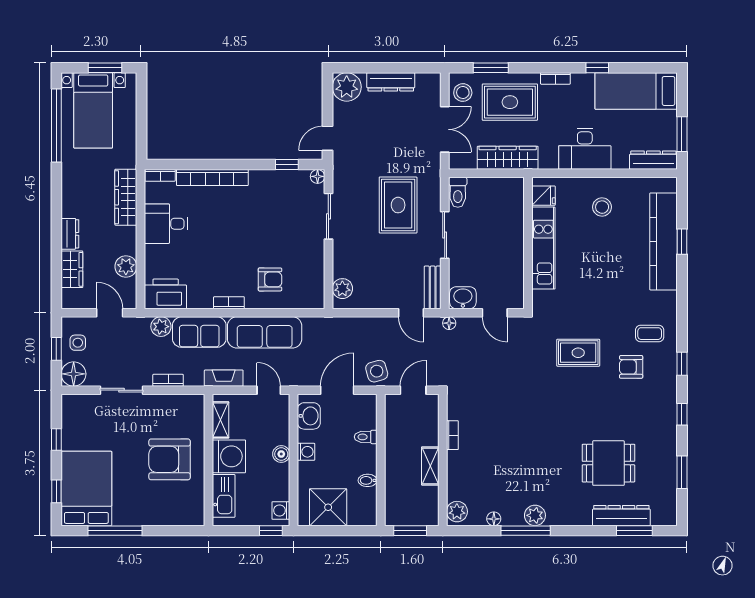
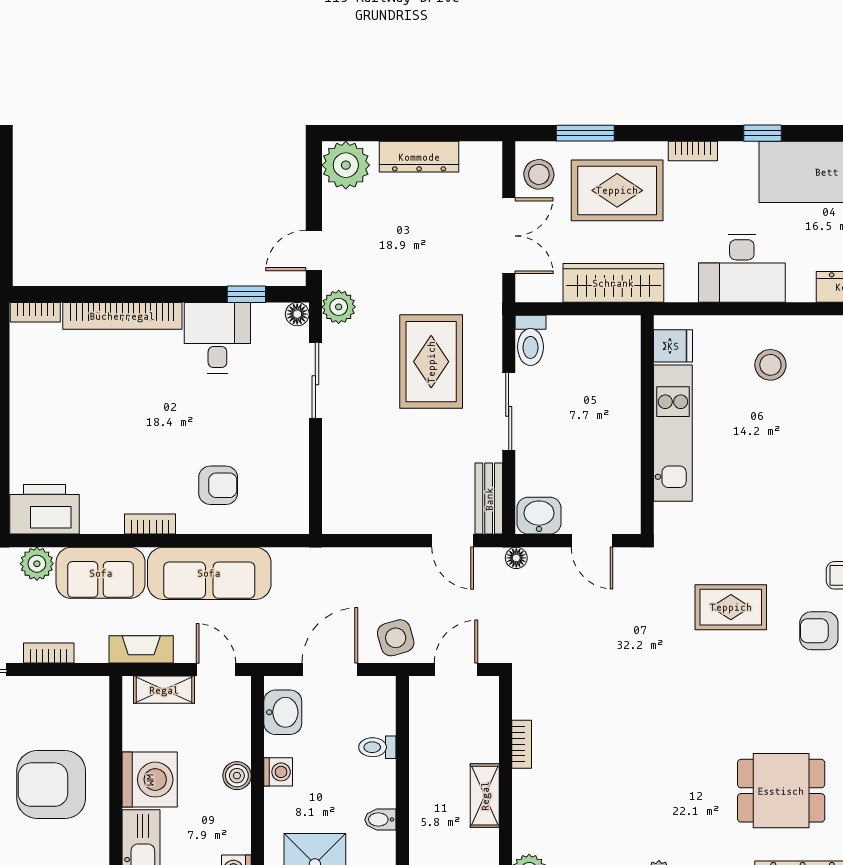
desk: (166, 224) -> (217, 338), moved, turned 90
plant: (342, 289) -> (339, 307), moved
shelving: (220, 420) -> (164, 690), moved, turned 90

